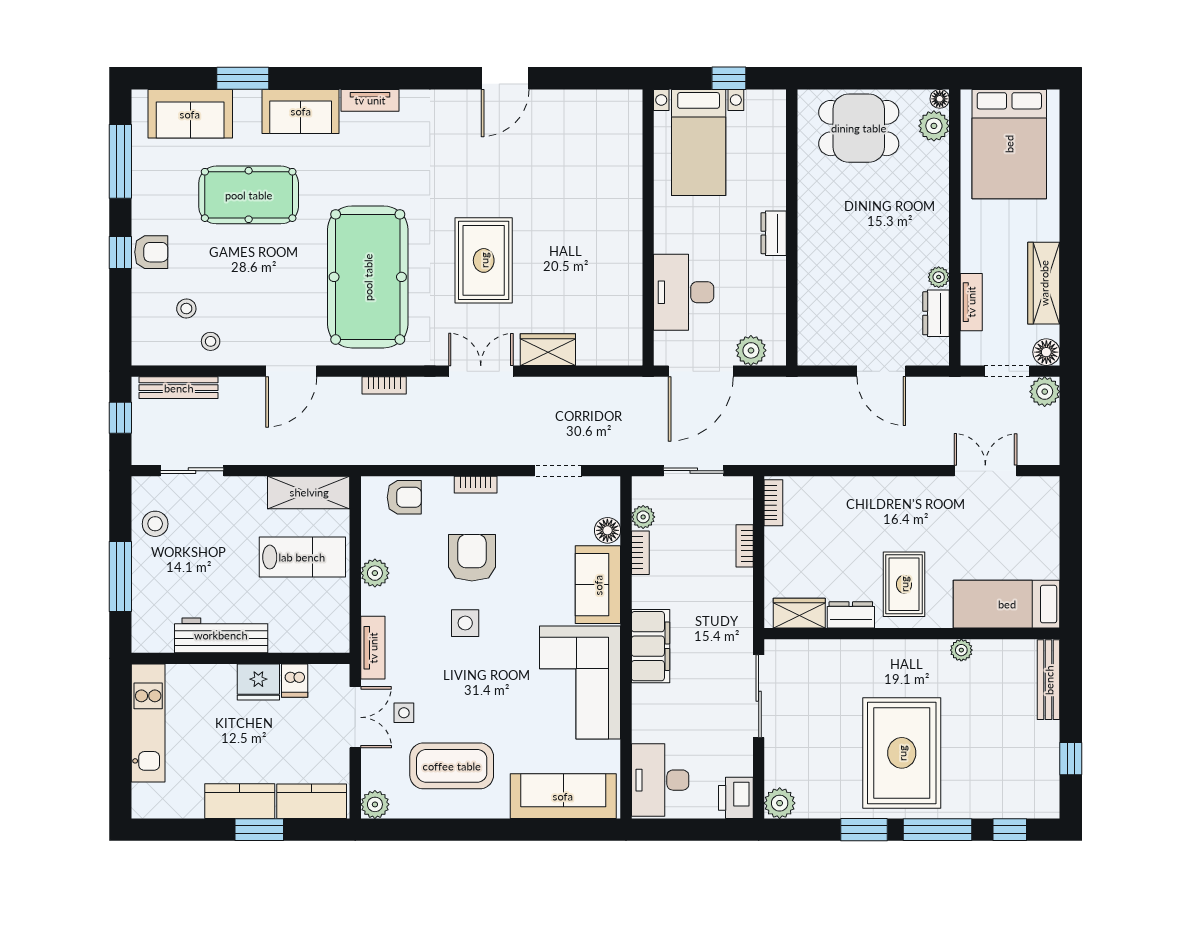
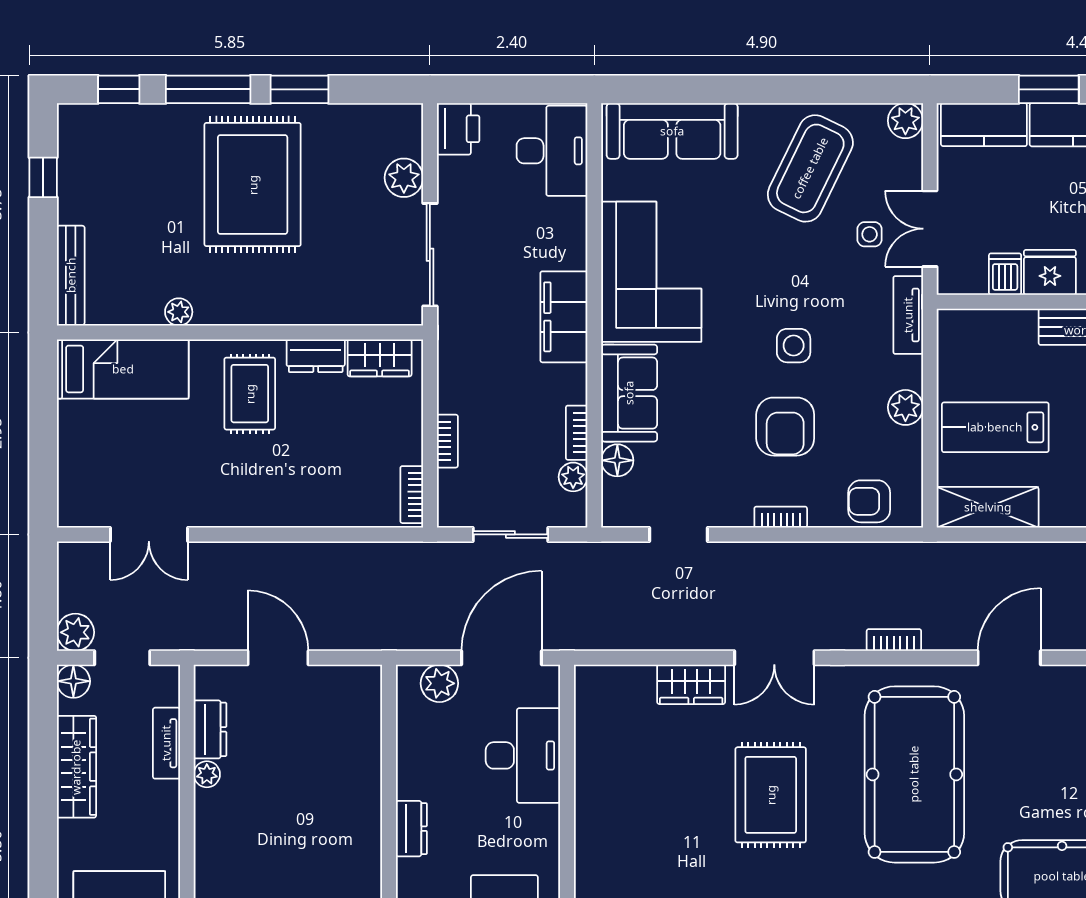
coffee table: (452, 766) -> (810, 168), turned -64
plant: (780, 803) -> (404, 178), moved

